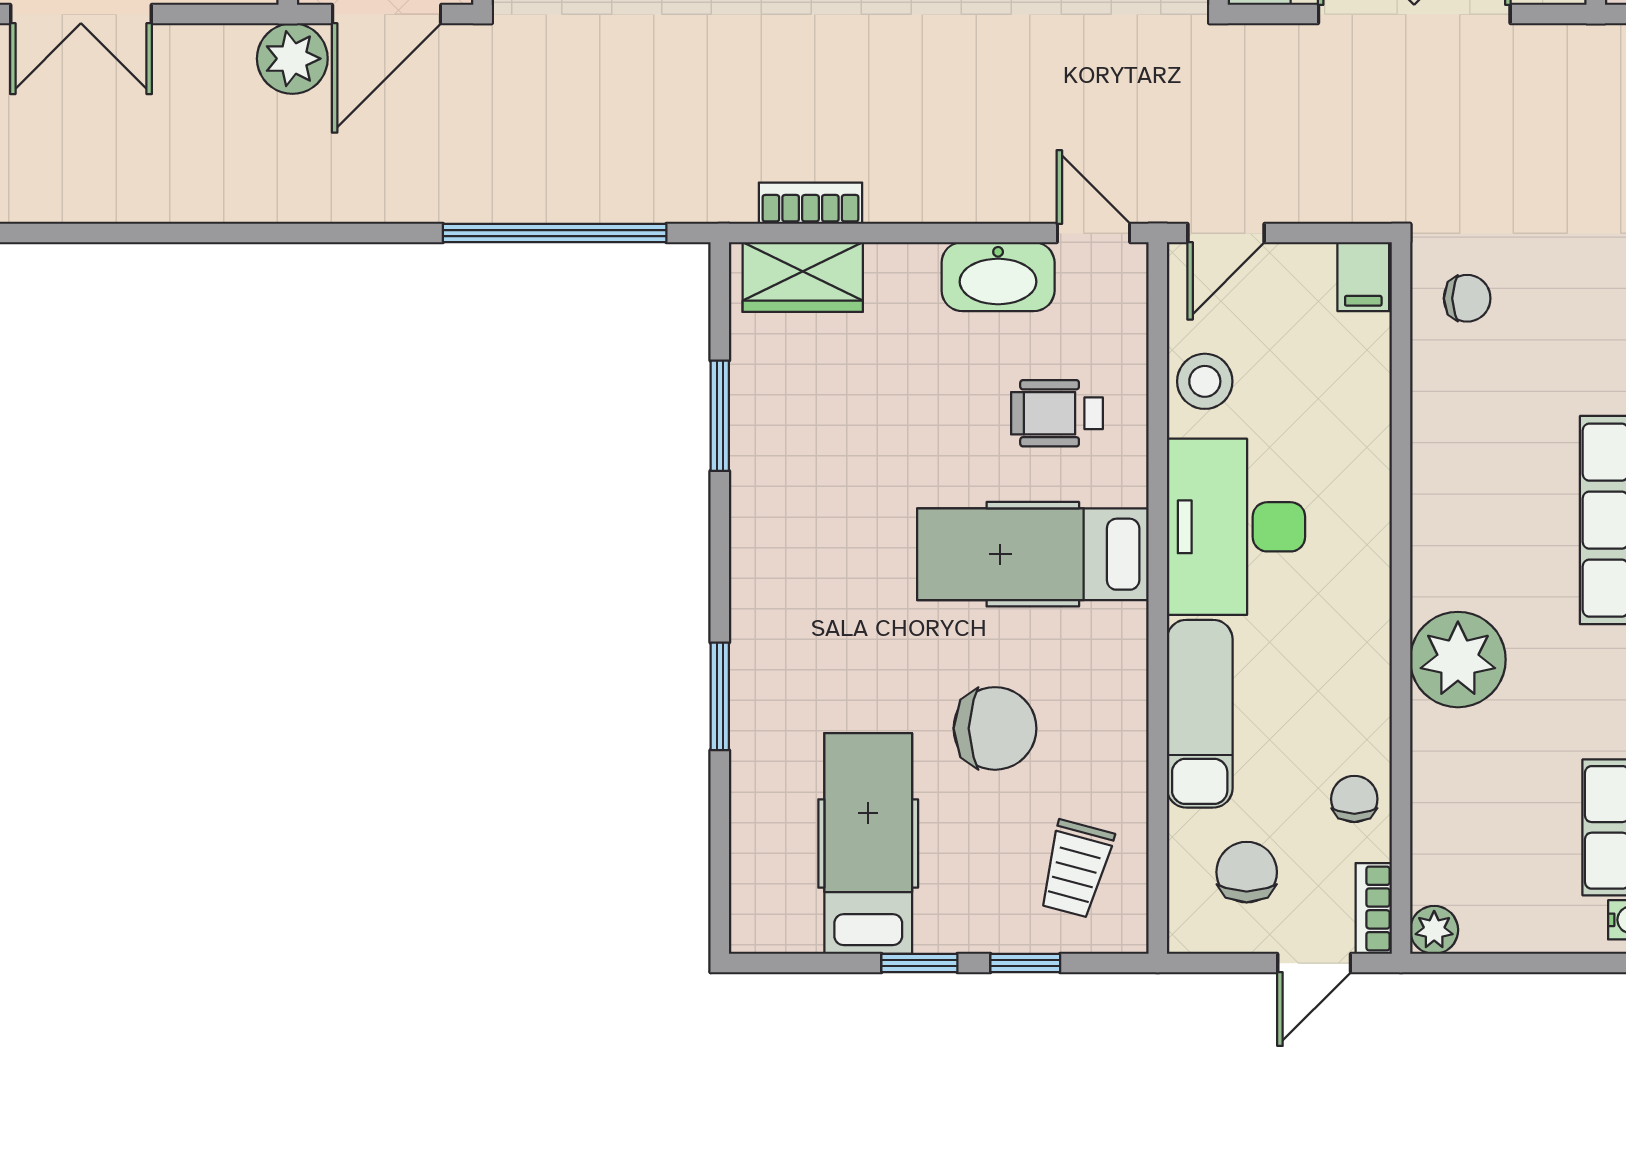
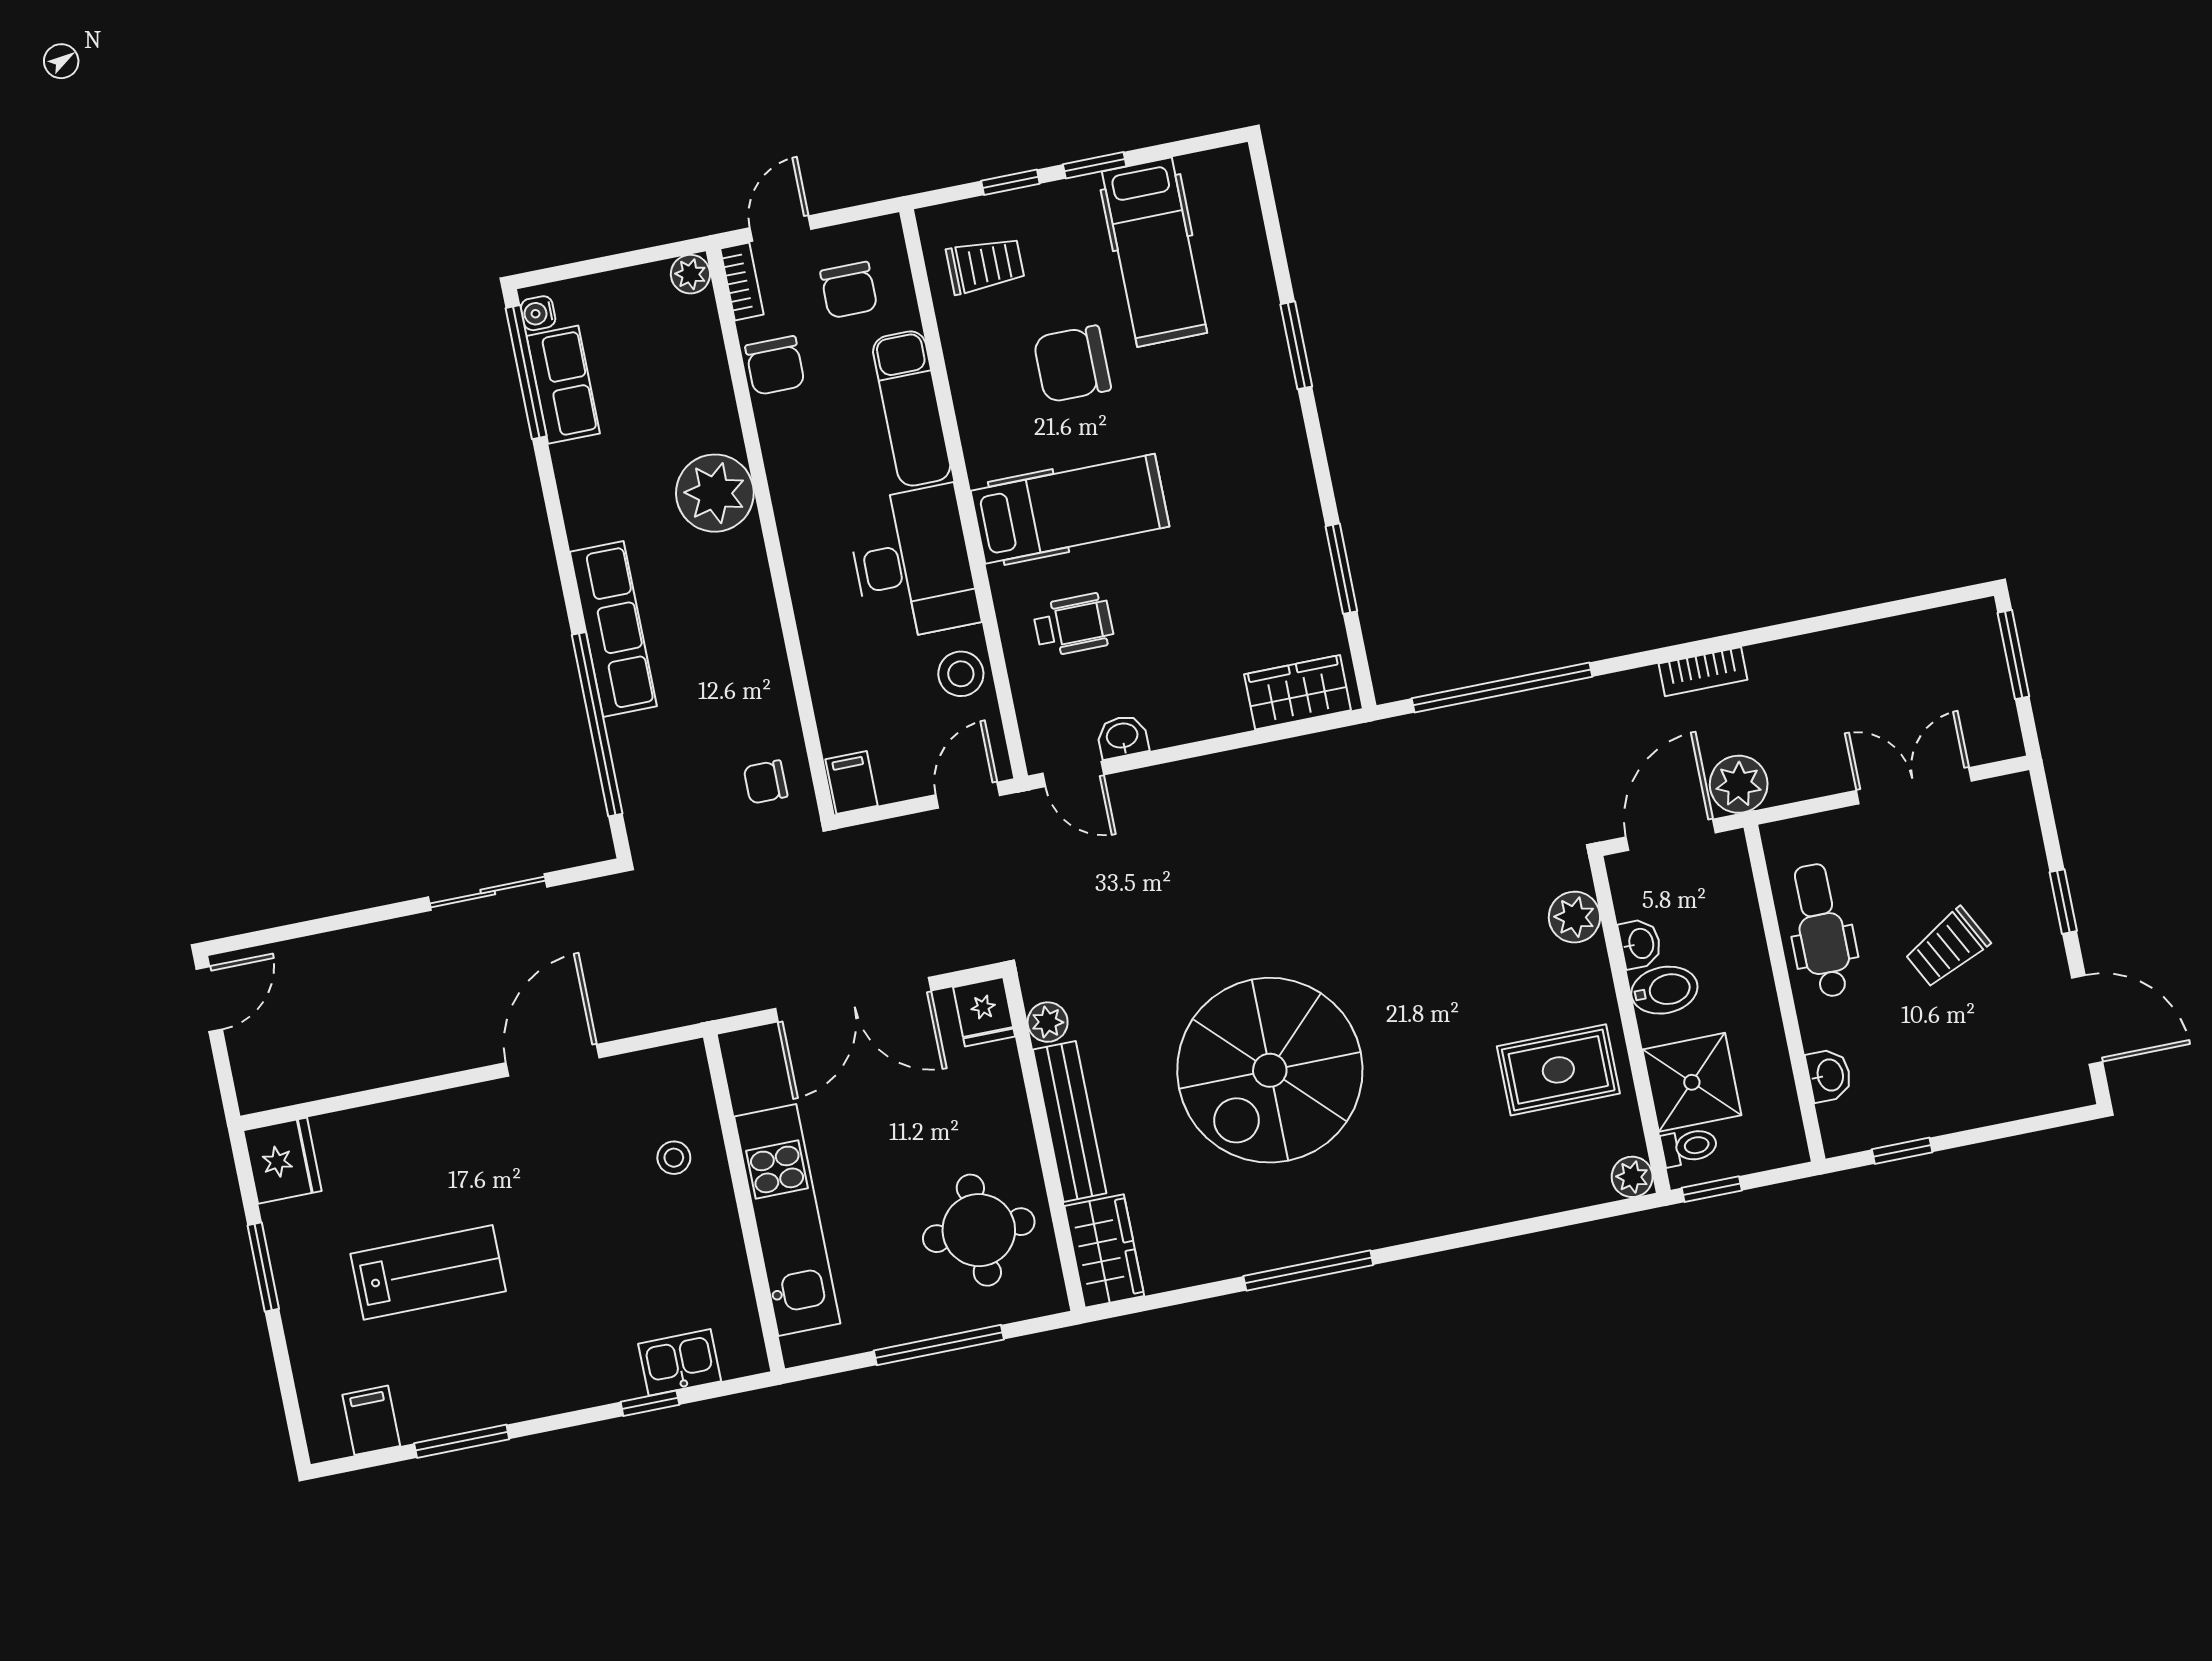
bookcase: (810, 203) -> (1703, 672), moved
washbasin: (998, 277) -> (1122, 737), width x0.52, depth x0.69
chair: (1354, 799) -> (775, 366), width x1.37, depth x1.37
trolley: (1076, 869) -> (985, 265), turned 75

